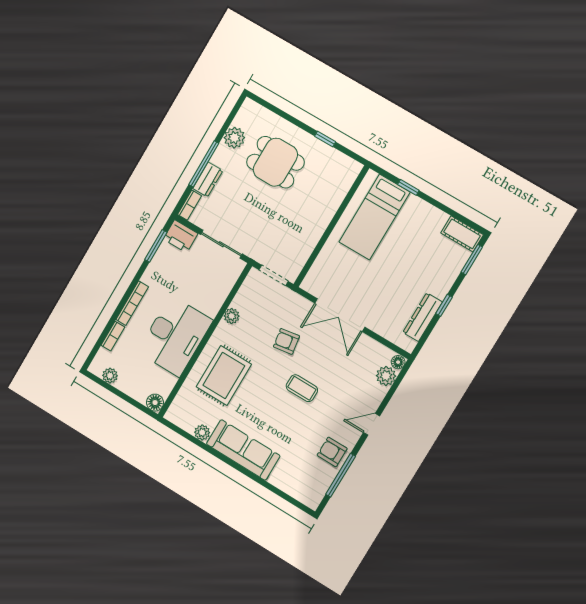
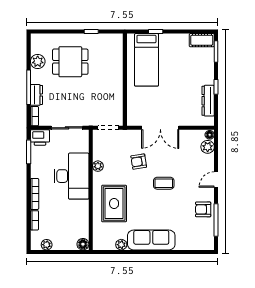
desk: (175, 336) -> (71, 176), moved

